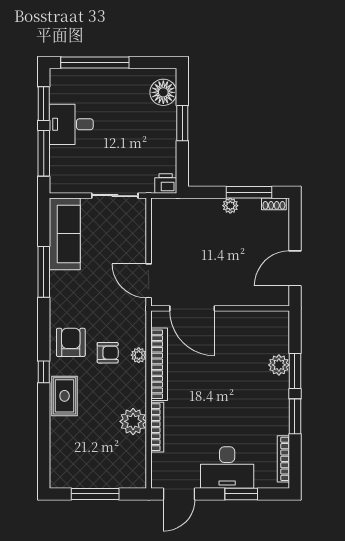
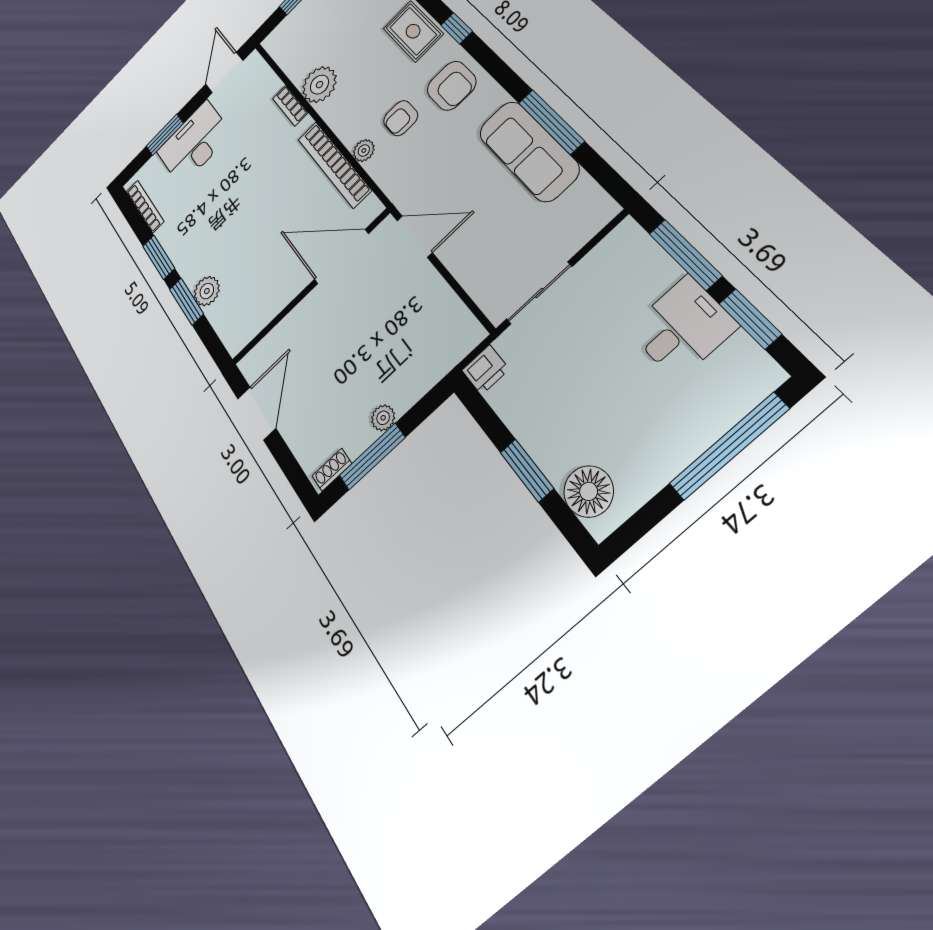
sofa: (65, 234) -> (528, 151), moved
bookcase: (157, 427) -> (290, 106), width x0.64

